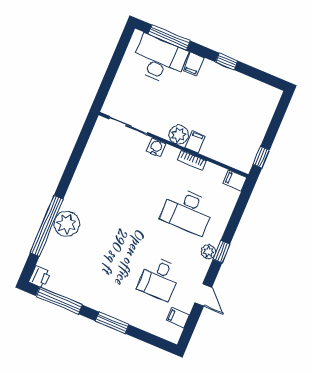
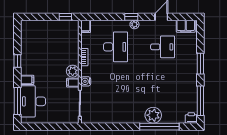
filing cabinet: (195, 142) -> (73, 83), moved
filing cabinet: (178, 318) -> (186, 26), width x2.00

